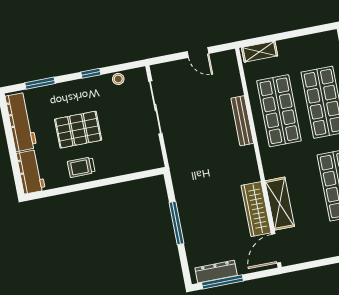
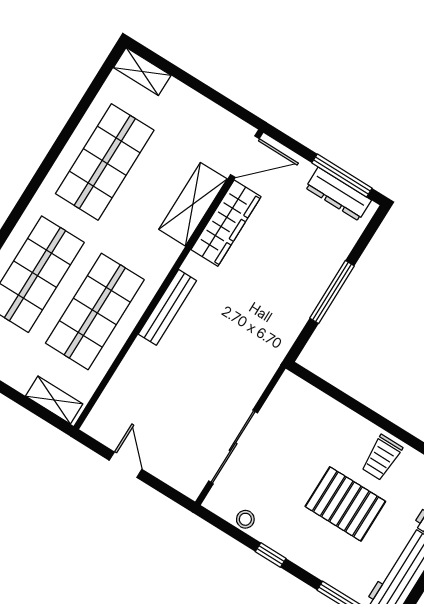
bench: (242, 121) -> (167, 307), moved
trolley: (81, 167) -> (382, 458), turned 90

